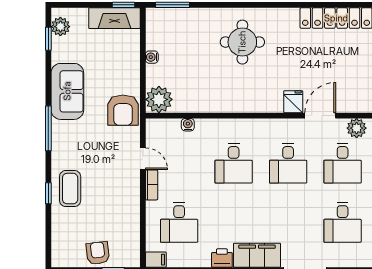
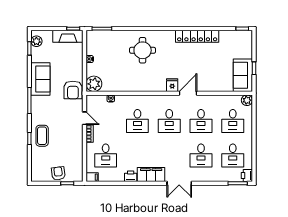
plant: (357, 128) -> (209, 100), removed

